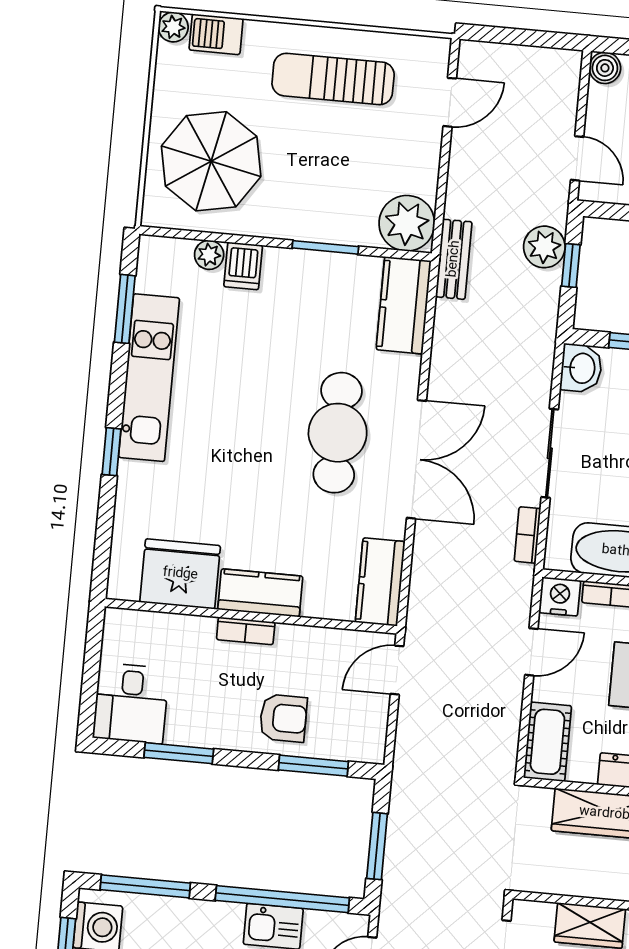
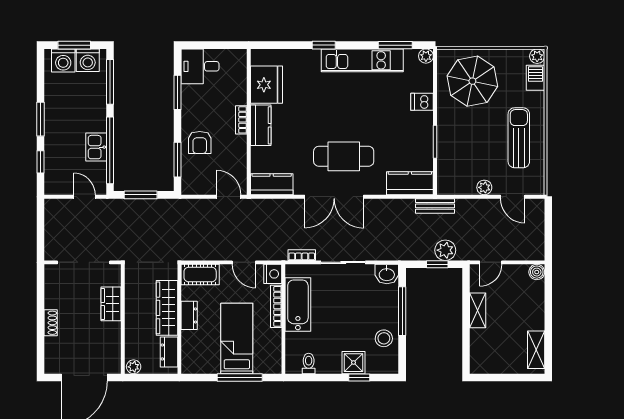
plant: (407, 223) -> (484, 187), moved, width x0.53, depth x0.53
plant: (209, 255) -> (426, 56), moved

